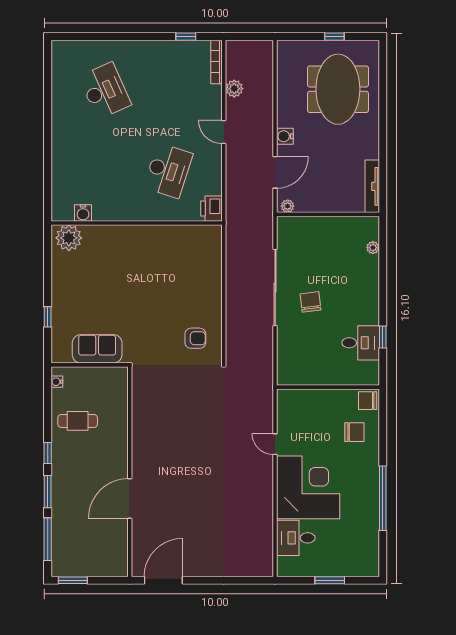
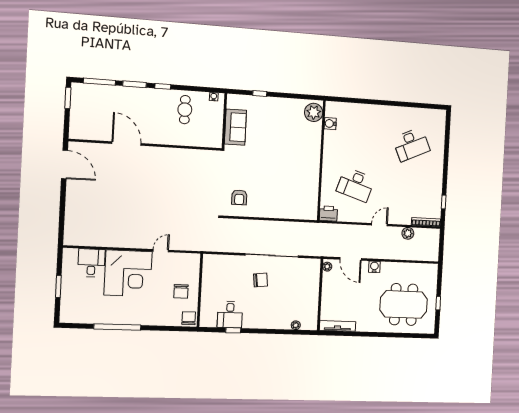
chair: (354, 432) -> (181, 291), moved

